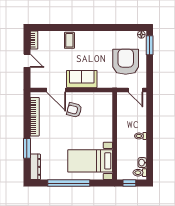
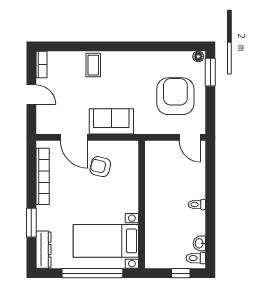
wall: (115, 136) -> (142, 204), moved
bed with nightstands: (90, 161) -> (106, 241), moved

